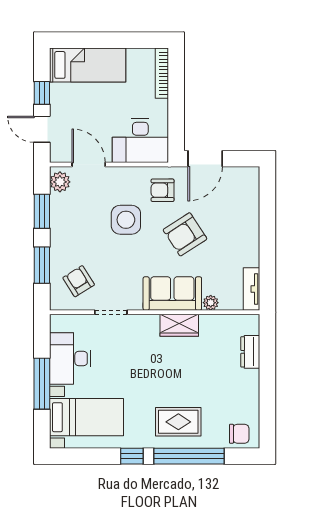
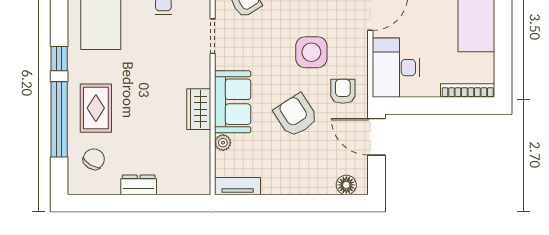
floor lamp: (250, 187) -> (346, 185), added
dresser: (250, 352) -> (139, 185), moved
chair: (239, 434) -> (94, 159), moved, turned -149

